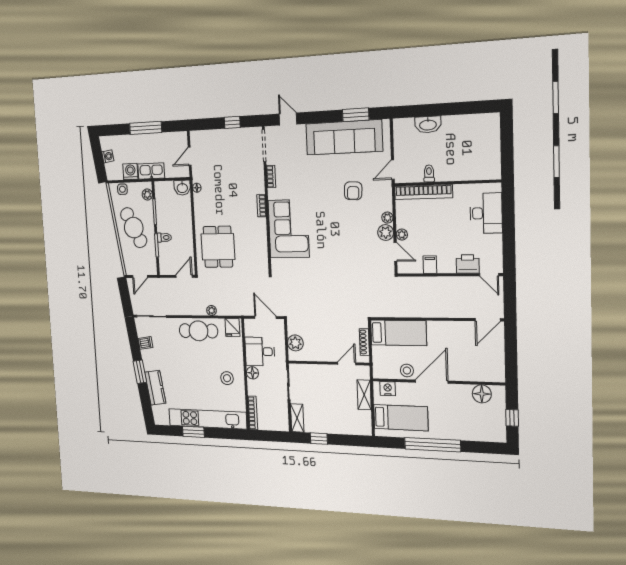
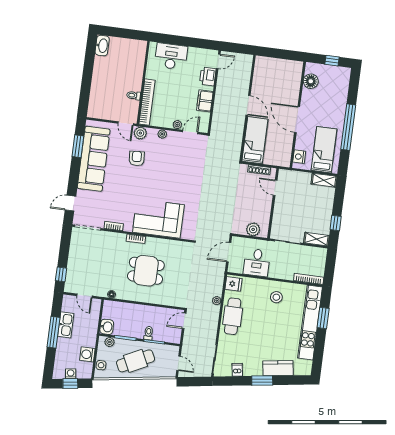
window: (232, 122) -> (61, 274), moved
washbasin: (428, 125) -> (102, 46), moved
window: (98, 158) -> (70, 384), added
kitchen sink: (151, 171) -> (66, 325), moved, turned 180
washbasin: (182, 188) -> (107, 327), moved
armchair: (353, 191) -> (137, 158), turned -97
plant: (386, 233) -> (140, 133), moved
dining table: (218, 247) -> (146, 271), moved
filing cabinet: (430, 265) -> (205, 101), width x2.00
door: (184, 276) -> (184, 321), hinge flipped
door: (488, 320) -> (248, 105), moved
stool: (407, 371) -> (286, 138), removed
floor lamp: (252, 373) -> (274, 273), removed
shelving: (364, 395) -> (324, 180), moved
window: (193, 432) -> (323, 318), moved

